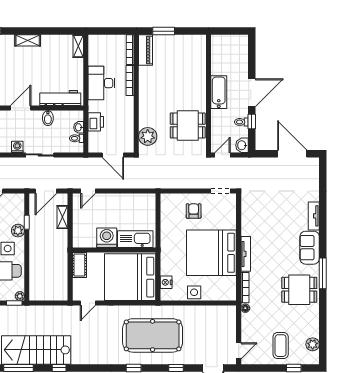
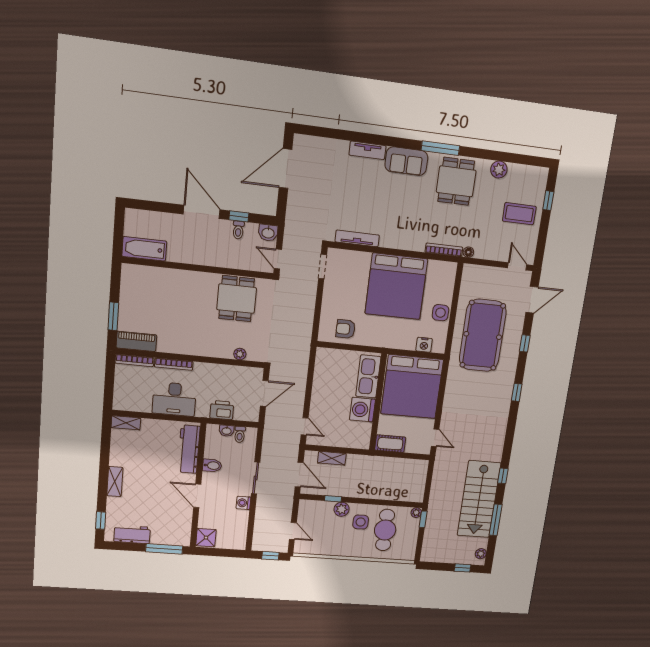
bathtub: (219, 92) -> (144, 249), moved
plant: (148, 136) -> (240, 354), width x0.53, depth x0.53
armchair: (194, 211) -> (346, 329), moved
tv unit: (246, 254) -> (357, 238), moved
pool table: (153, 335) -> (483, 335), moved
plant: (313, 344) -> (499, 170), moved

